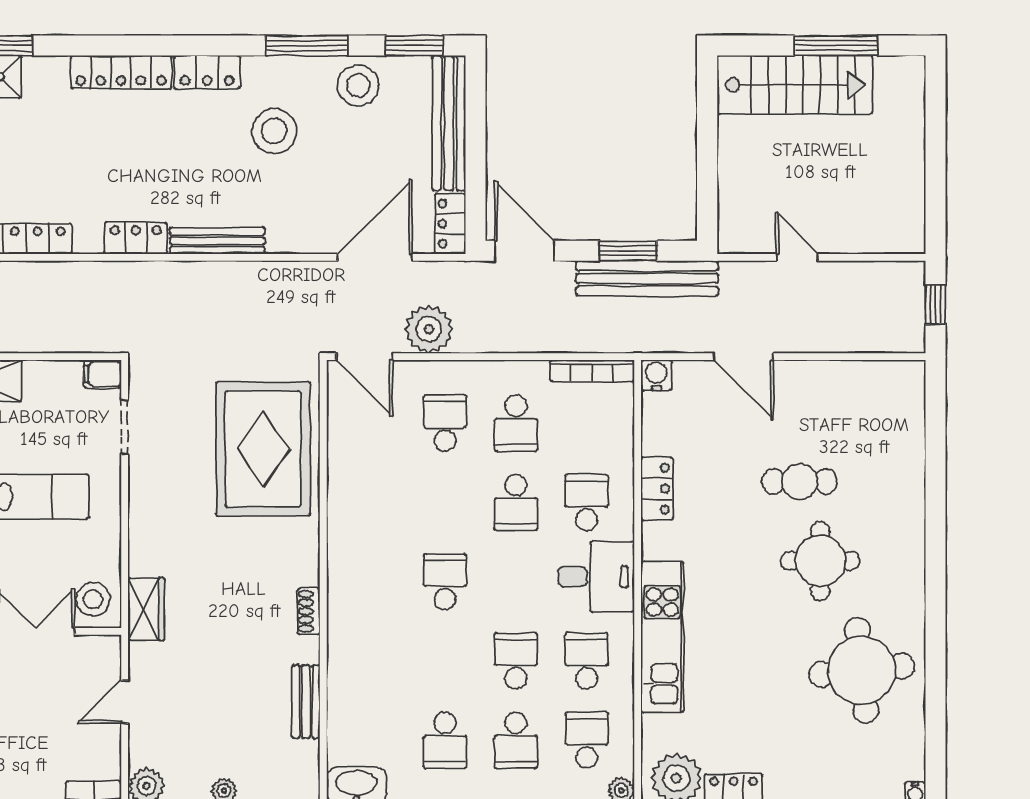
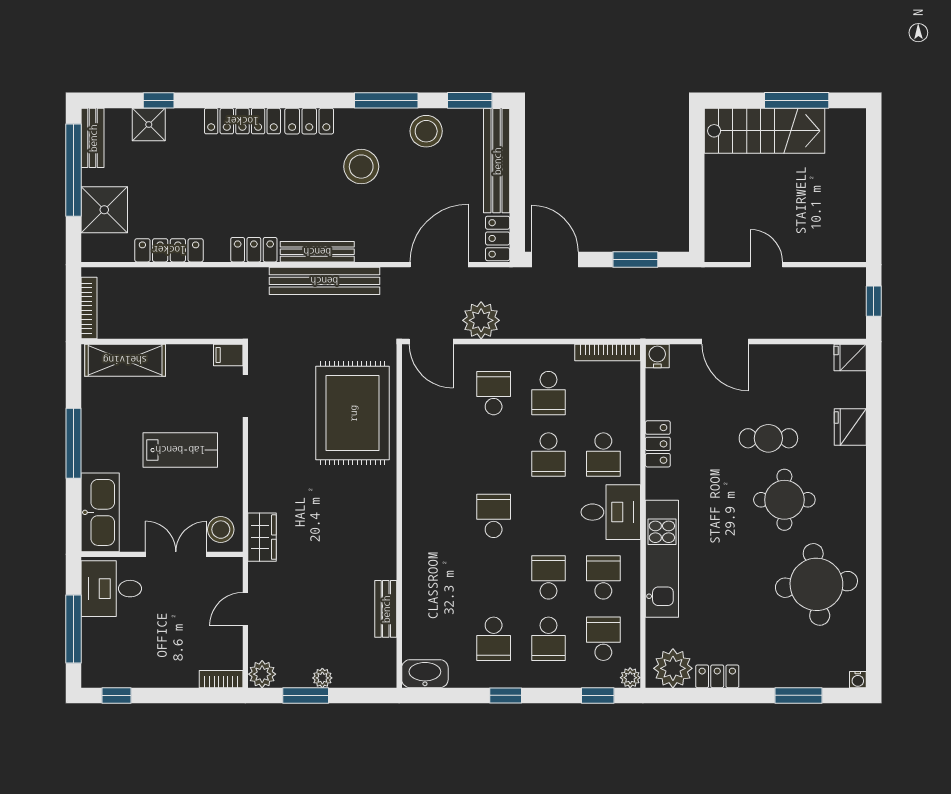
bench: (647, 278) -> (324, 281), moved
fridge: (905, 377) -> (850, 357), added
fridge: (905, 467) -> (850, 427), added
school desk: (587, 502) -> (603, 455), turned 180
shoe rack: (309, 611) -> (388, 539), removed

